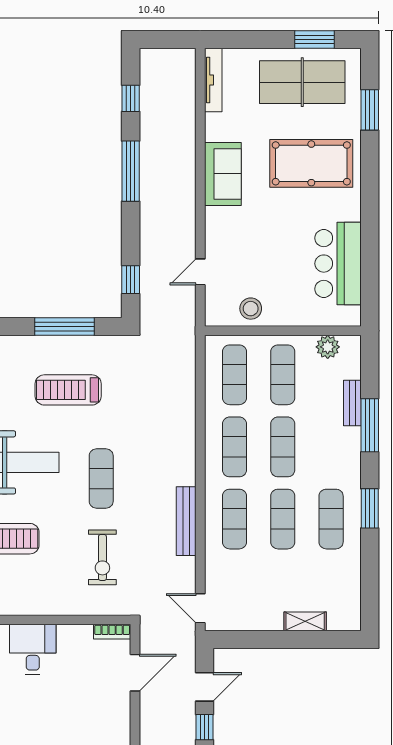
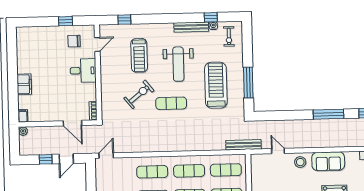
window: (131, 280) -> (273, 116), removed
stool: (251, 309) -> (300, 162), moved
treadmill: (68, 390) -> (216, 85), width x1.37, depth x1.38
bench: (186, 521) -> (244, 145), moved
exercise bike: (102, 557) -> (139, 94), moved, turned 141
door: (205, 687) -> (66, 159), hinge flipped

